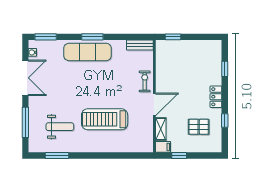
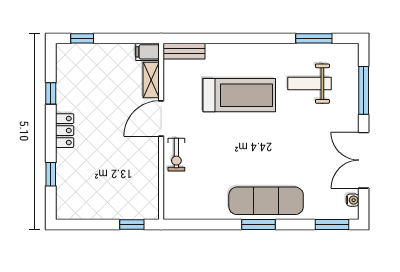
bench: (140, 45) -> (184, 51), moved
pallet: (199, 127) -> (92, 83), removed
window: (179, 156) -> (82, 38), moved

